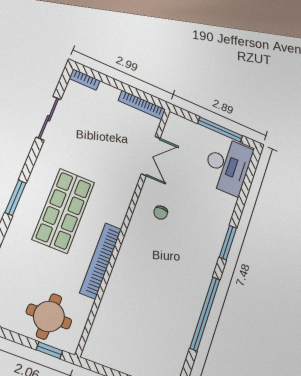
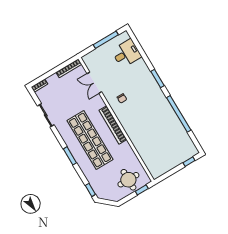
double door: (151, 156) -> (94, 83), swing flipped
desk: (228, 165) -> (126, 53), width x0.73
shop shelf: (64, 211) -> (90, 140), width x1.40
bookcase: (101, 261) -> (113, 125), moved

